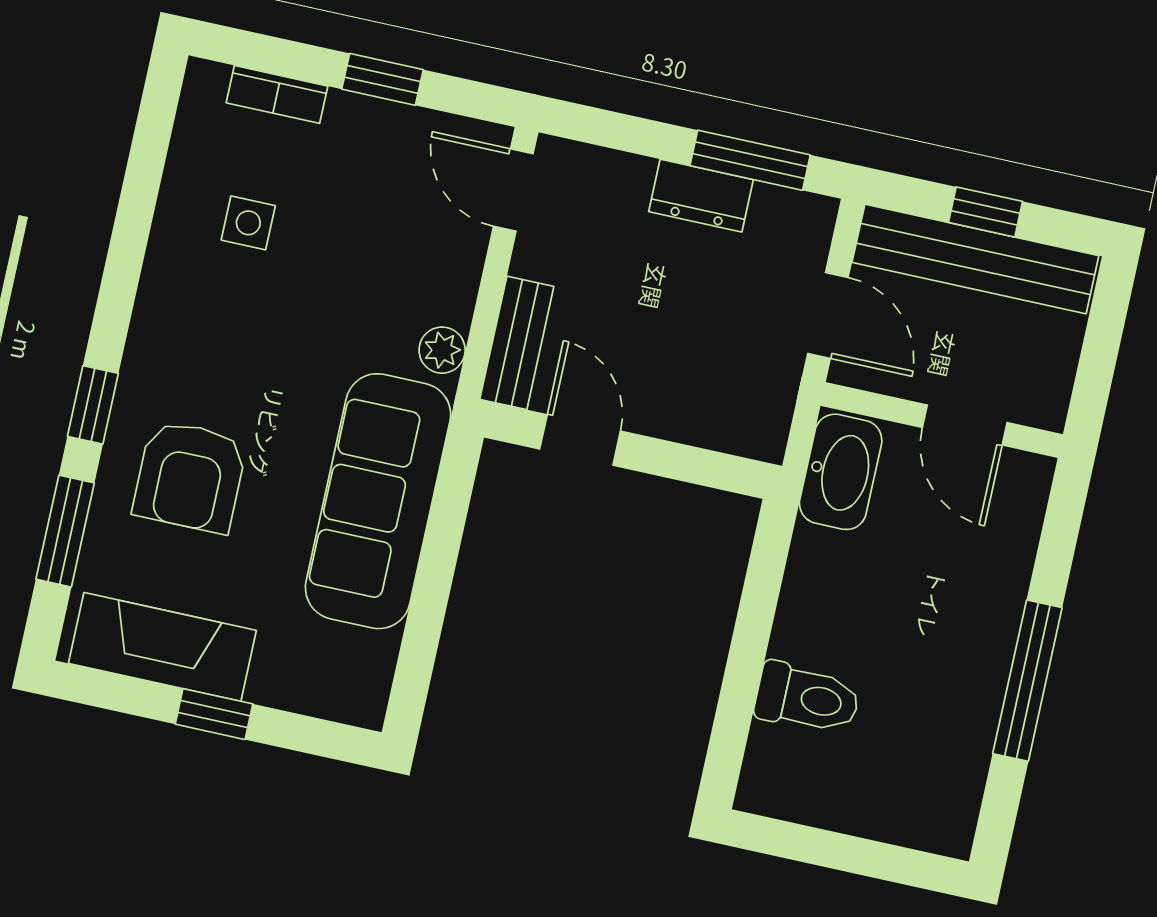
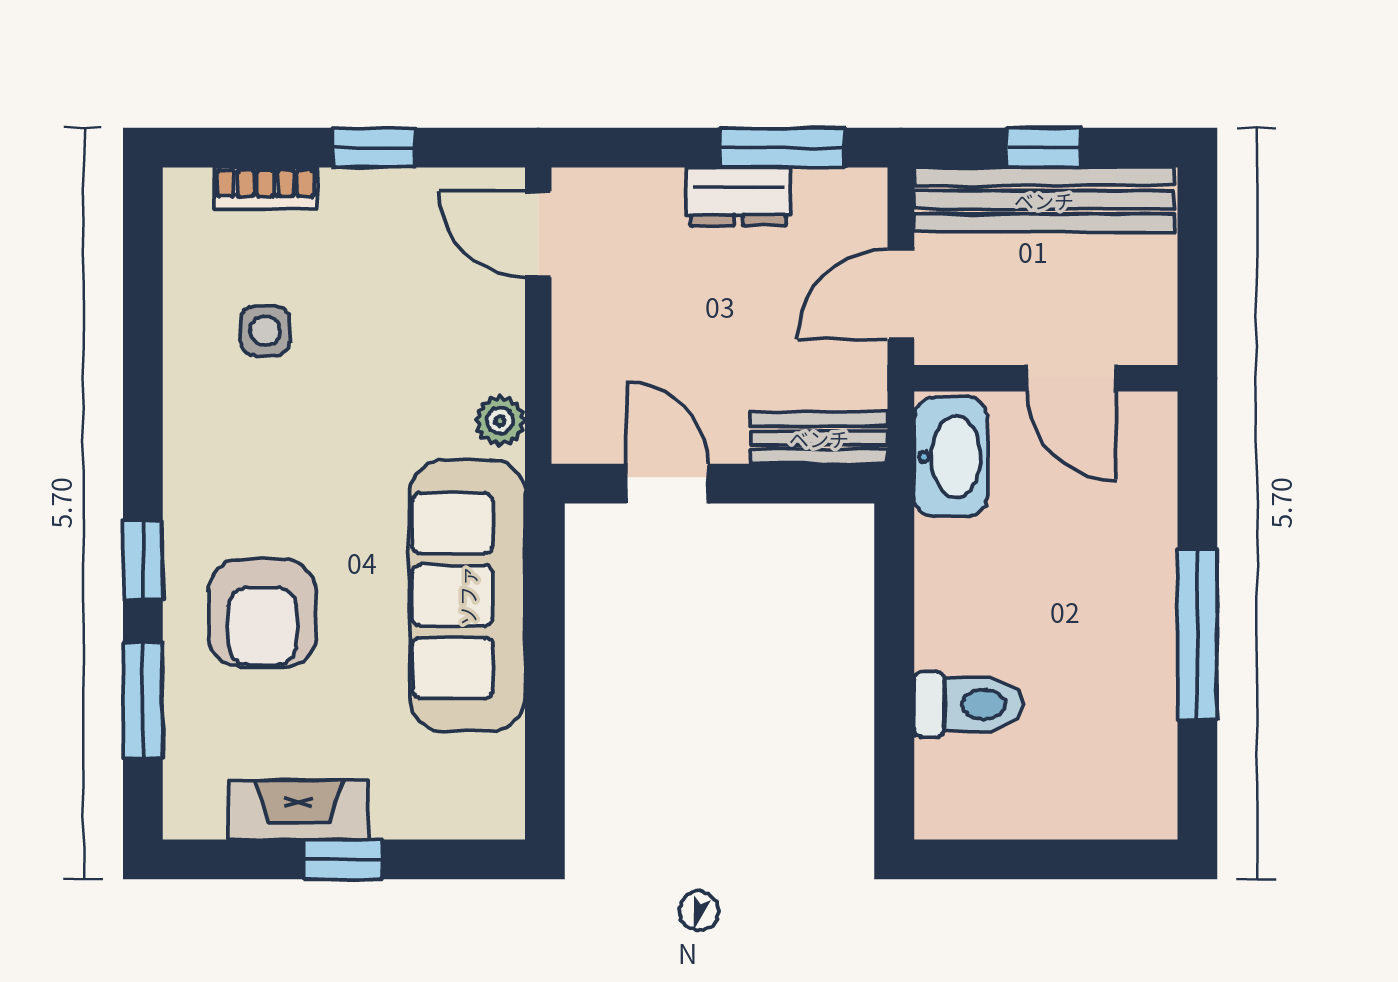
door: (828, 315) -> (901, 294), swing flipped
bench: (517, 343) -> (819, 438), moved, turned 90
fireplace: (162, 647) -> (299, 810), width x0.73, depth x0.76

